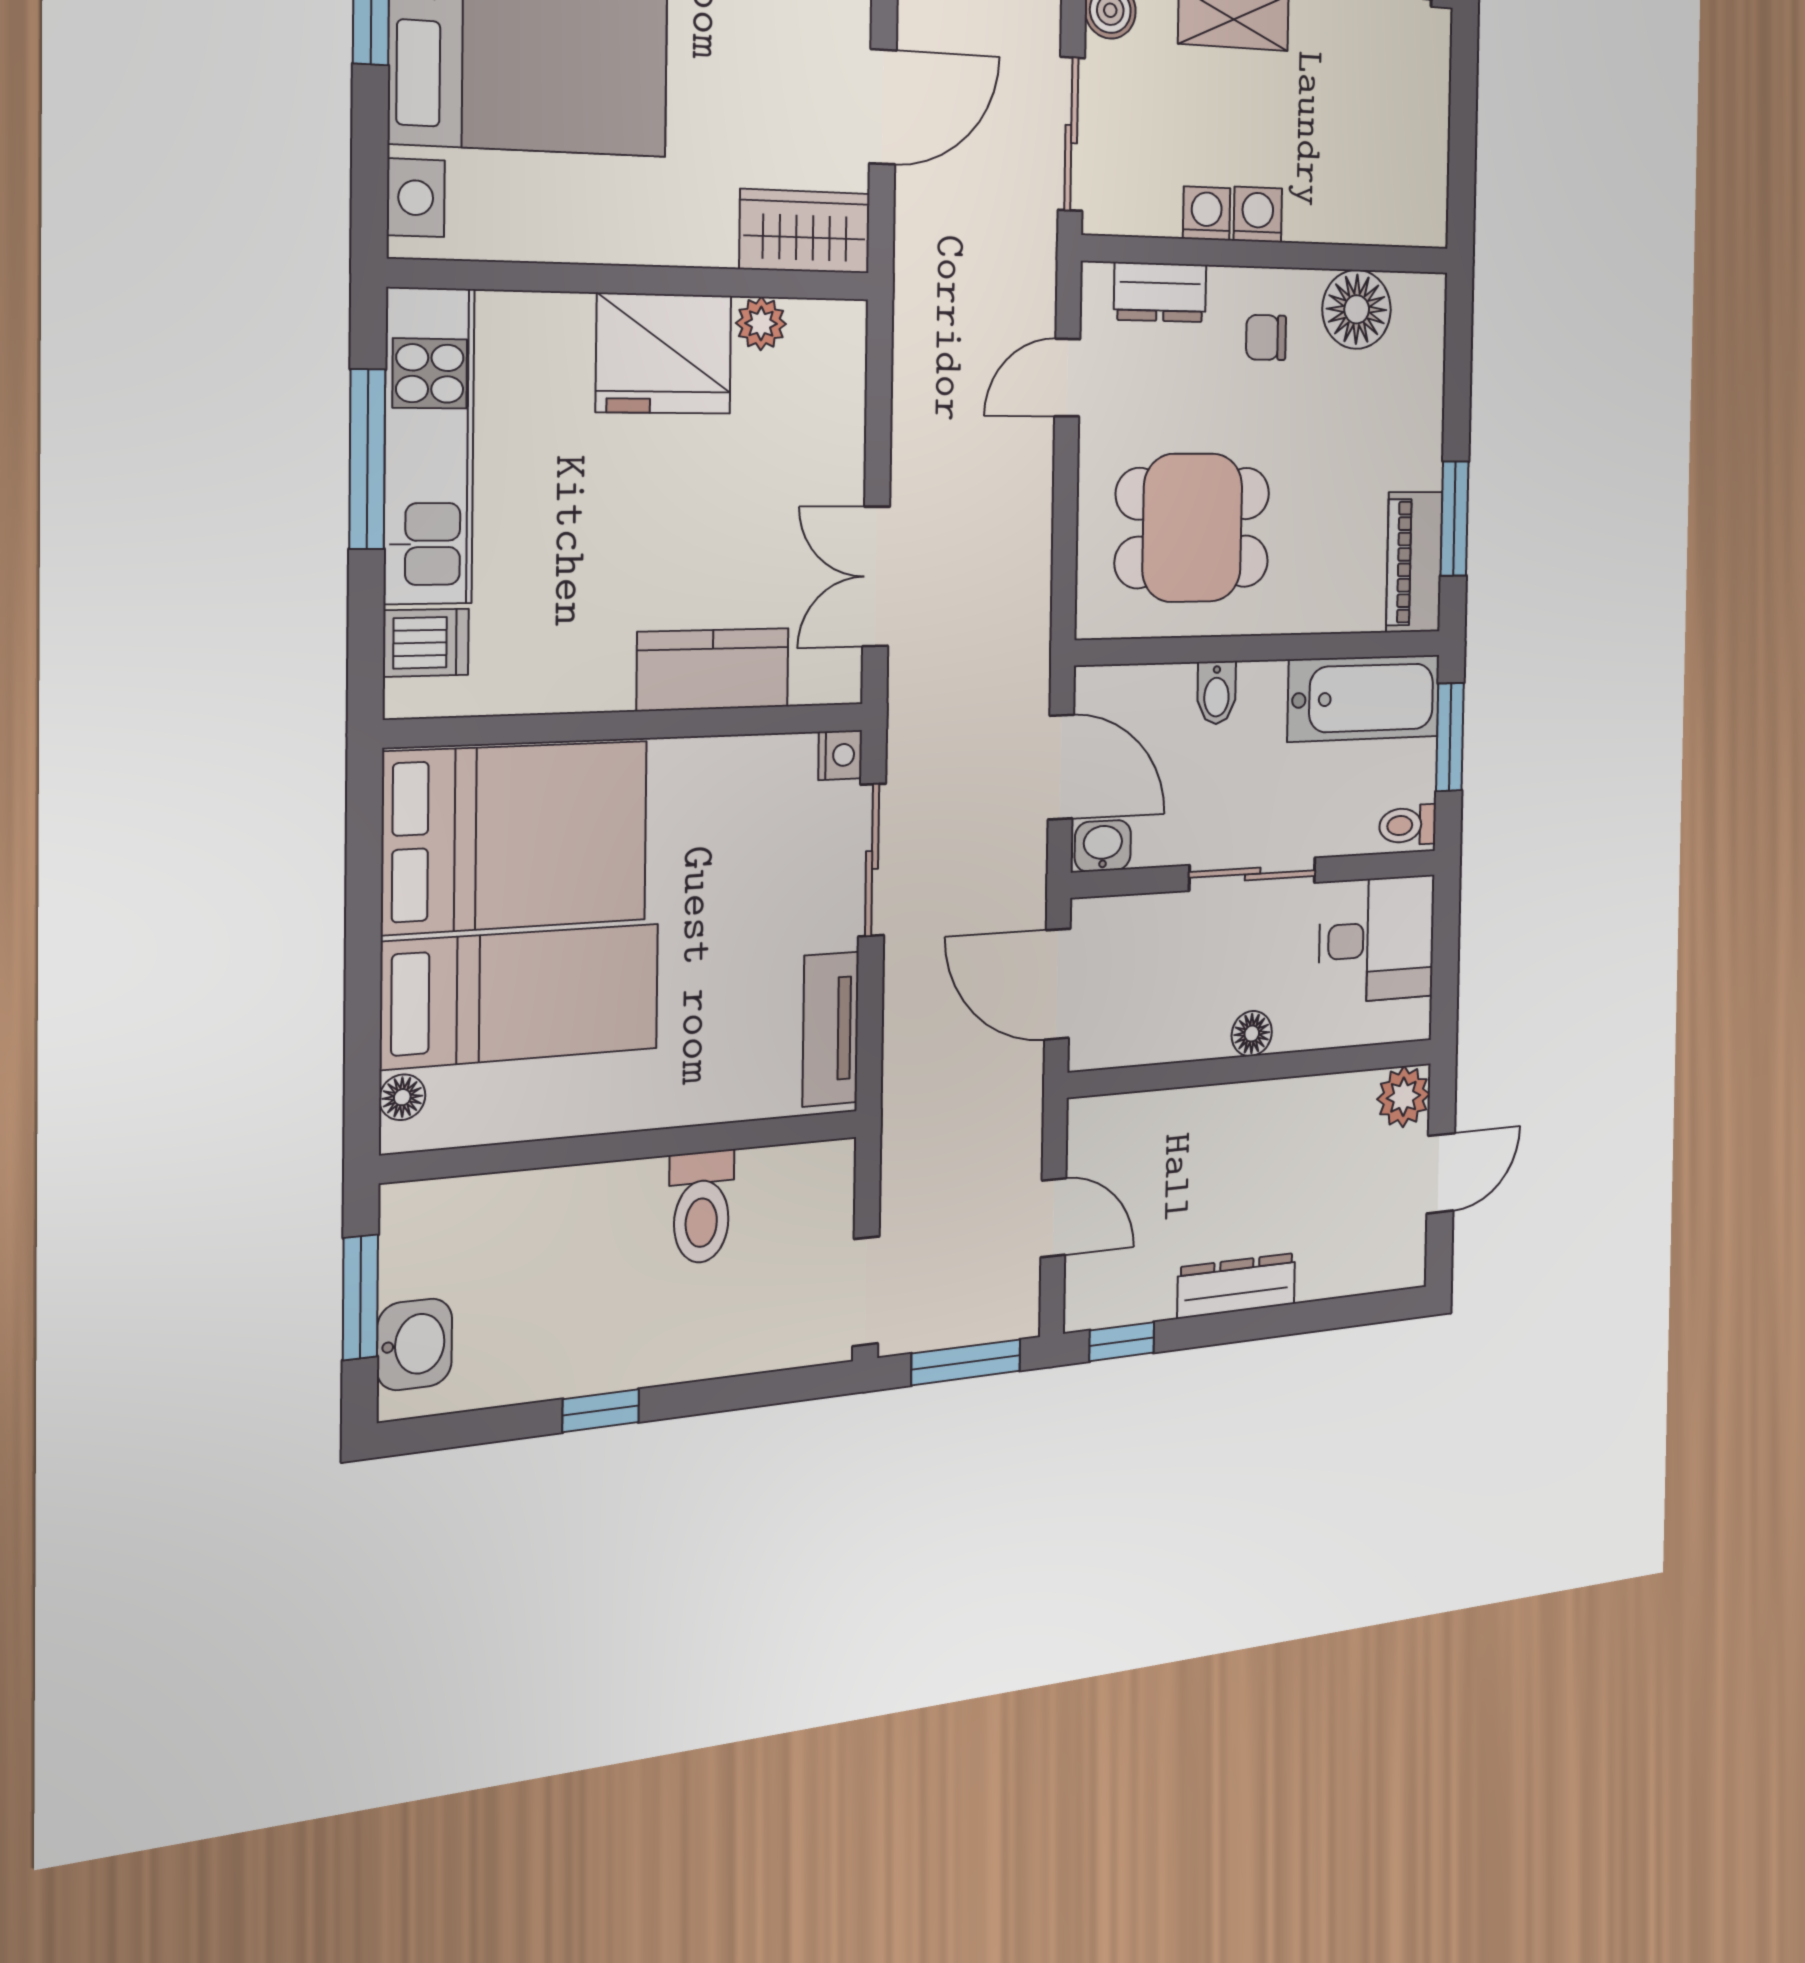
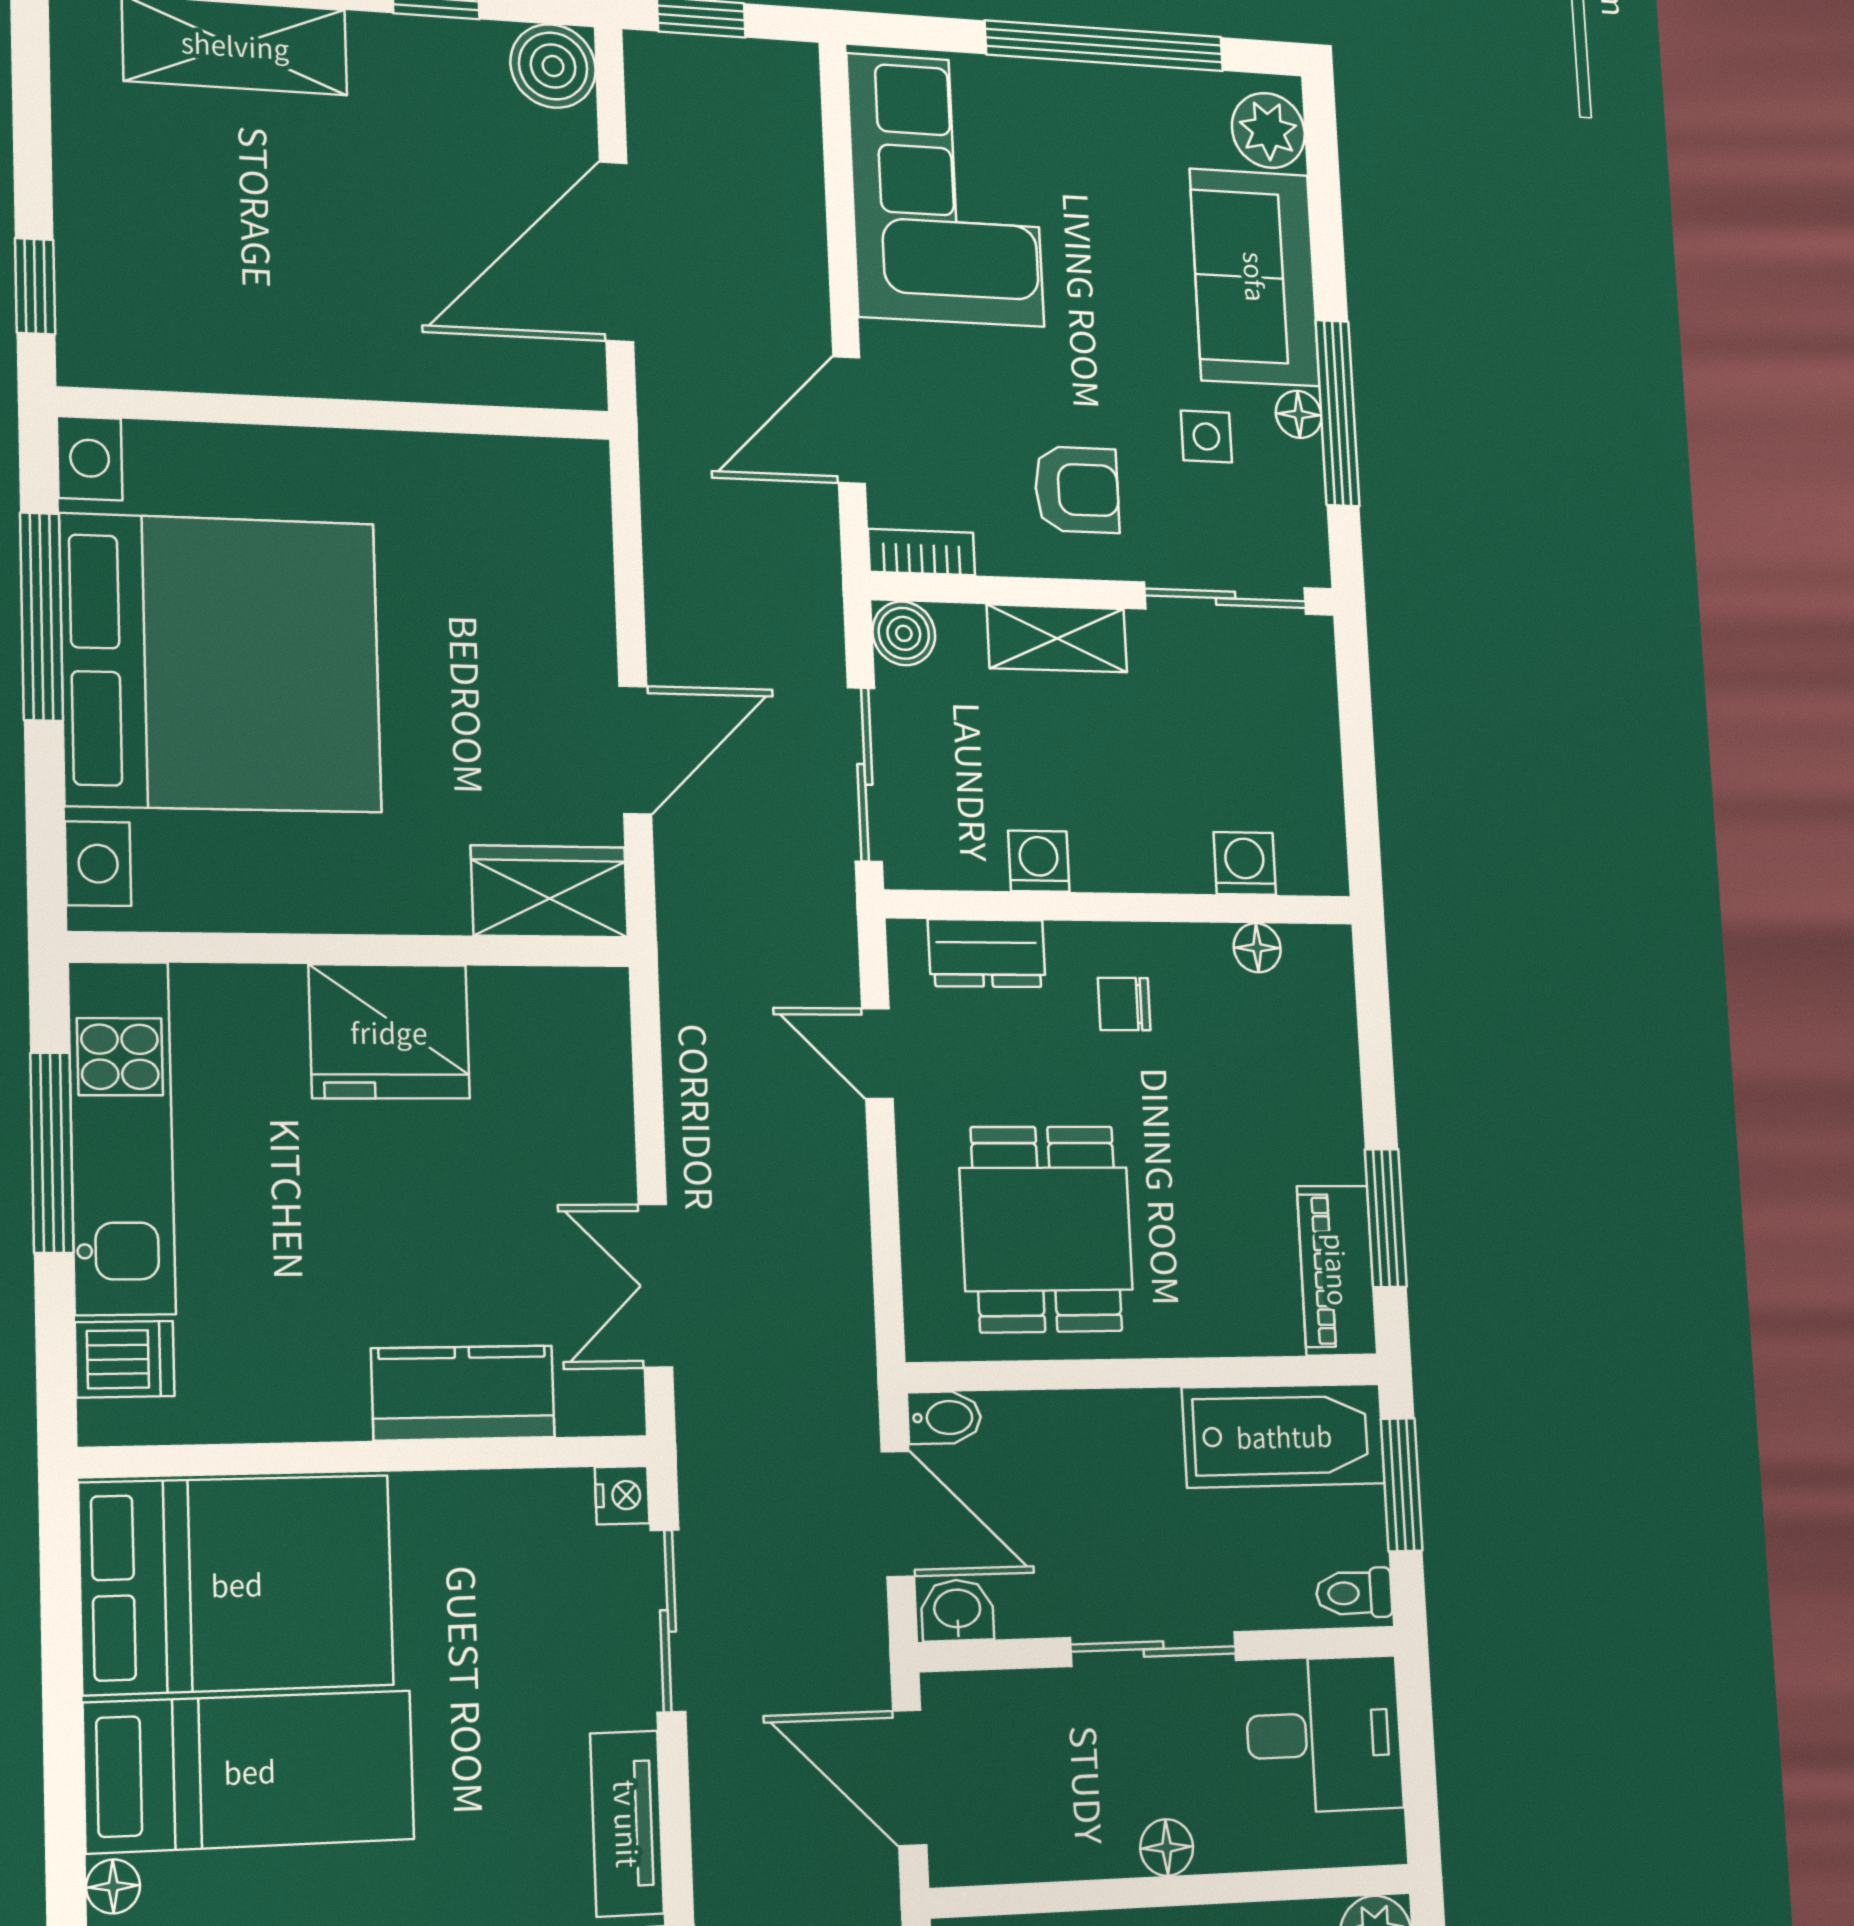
washing machine: (1258, 215) -> (1245, 863), moved
floor lamp: (1357, 309) -> (1257, 948), width x0.53, depth x0.53
plant: (761, 323) -> (502, 996), removed
door: (1067, 378) -> (877, 1054), hinge flipped
dining table: (1192, 528) -> (1046, 1229), turned 90
bidet: (1217, 693) -> (944, 1418), moved, turned -90

